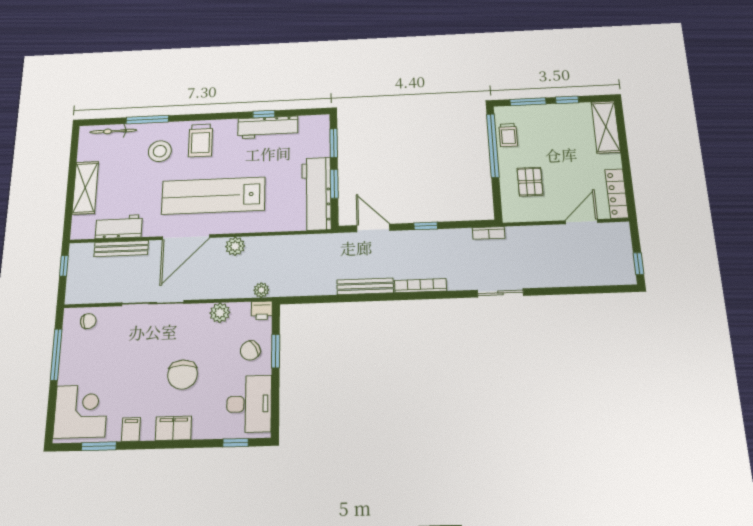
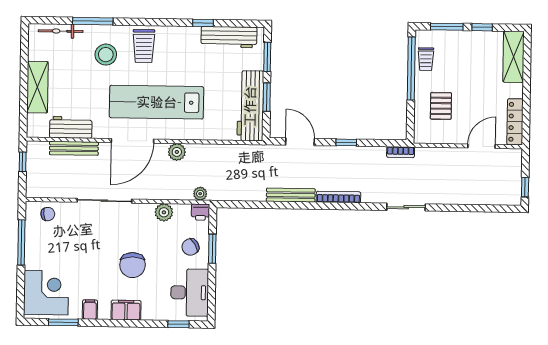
workbench: (268, 127) -> (229, 37), moved

